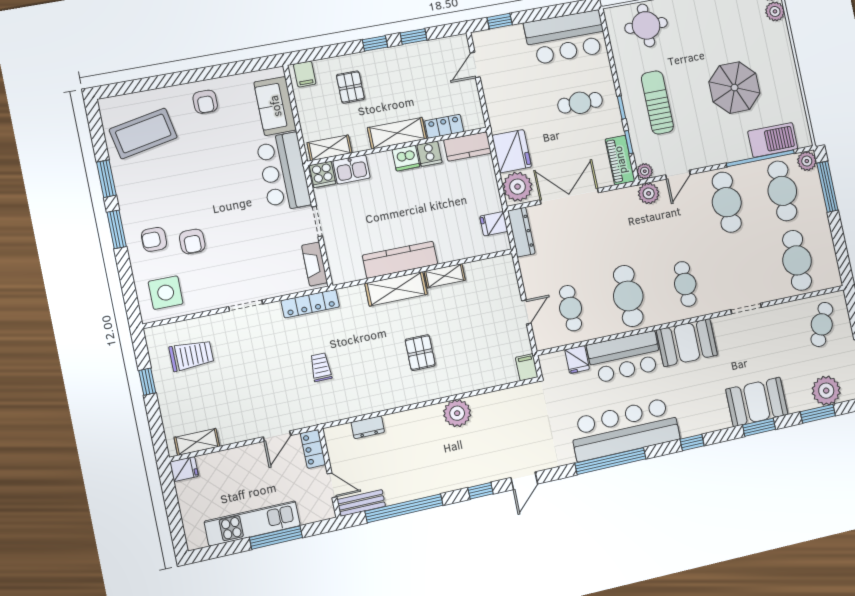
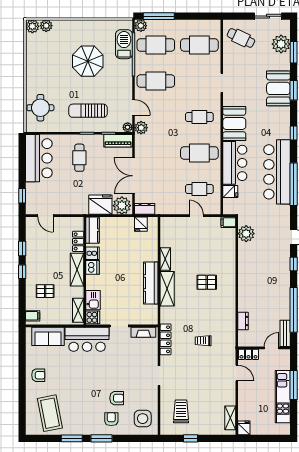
dresser: (521, 232) -> (145, 209), width x0.70
armchair: (154, 239) -> (111, 419), turned 180
plant: (457, 413) -> (246, 234), moved

